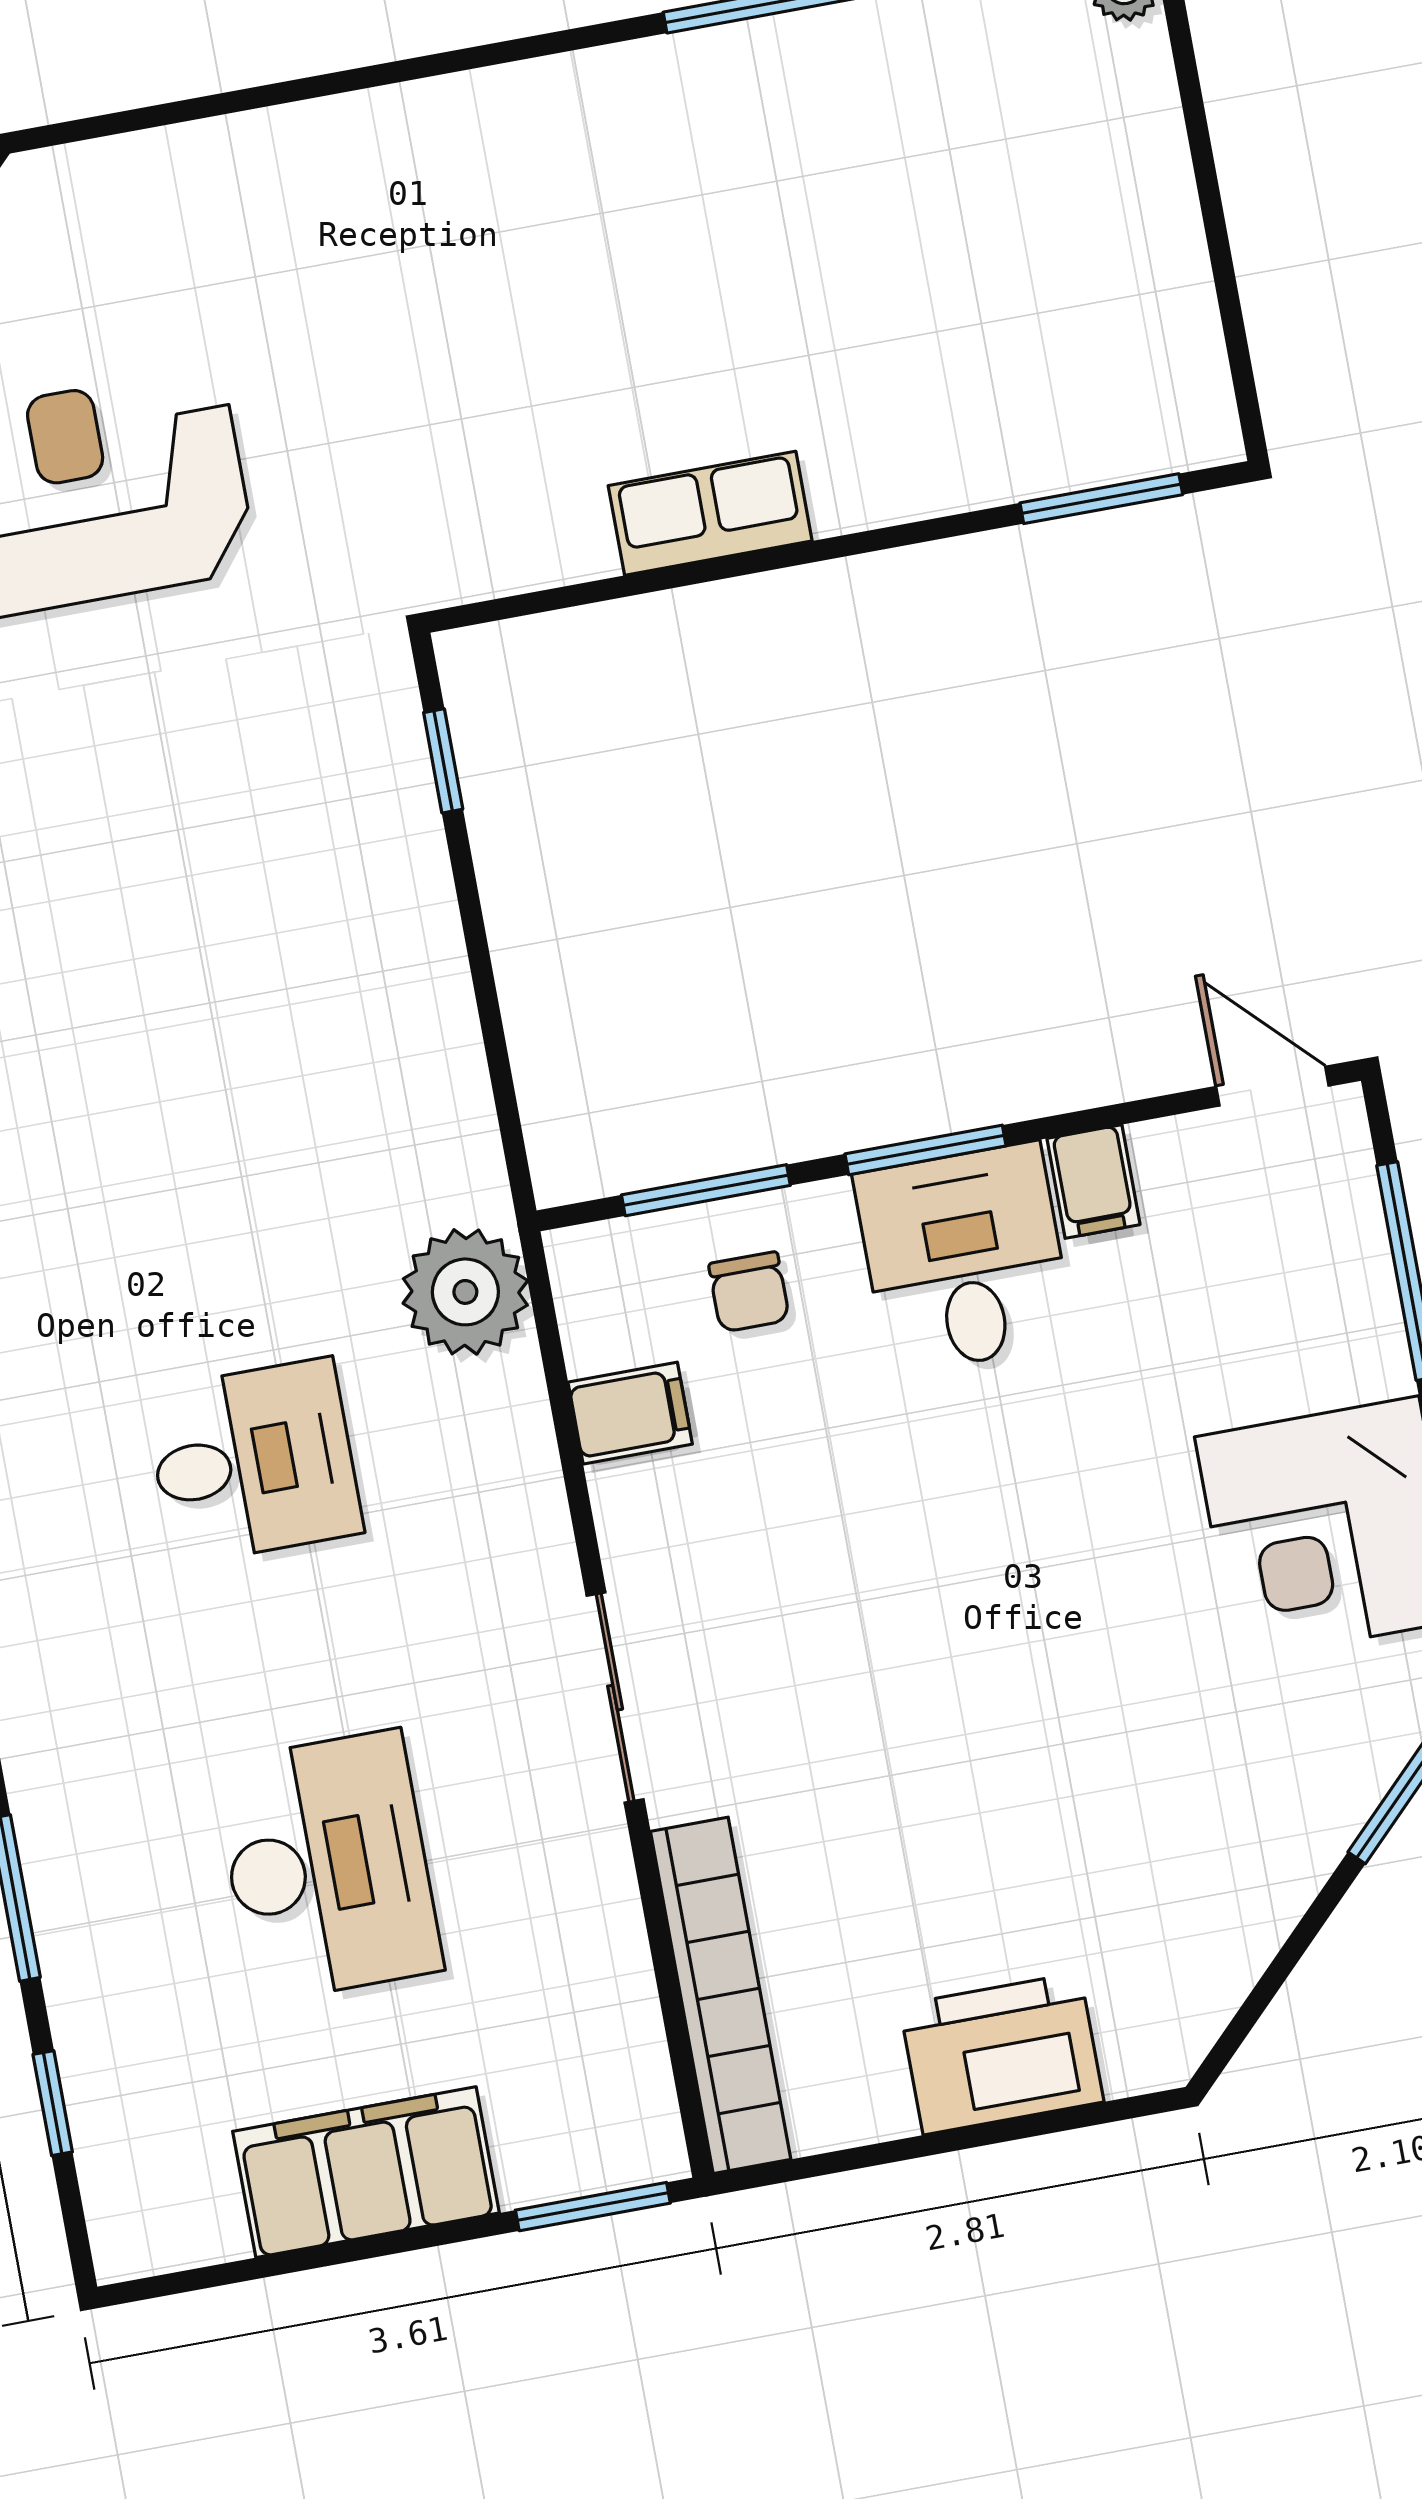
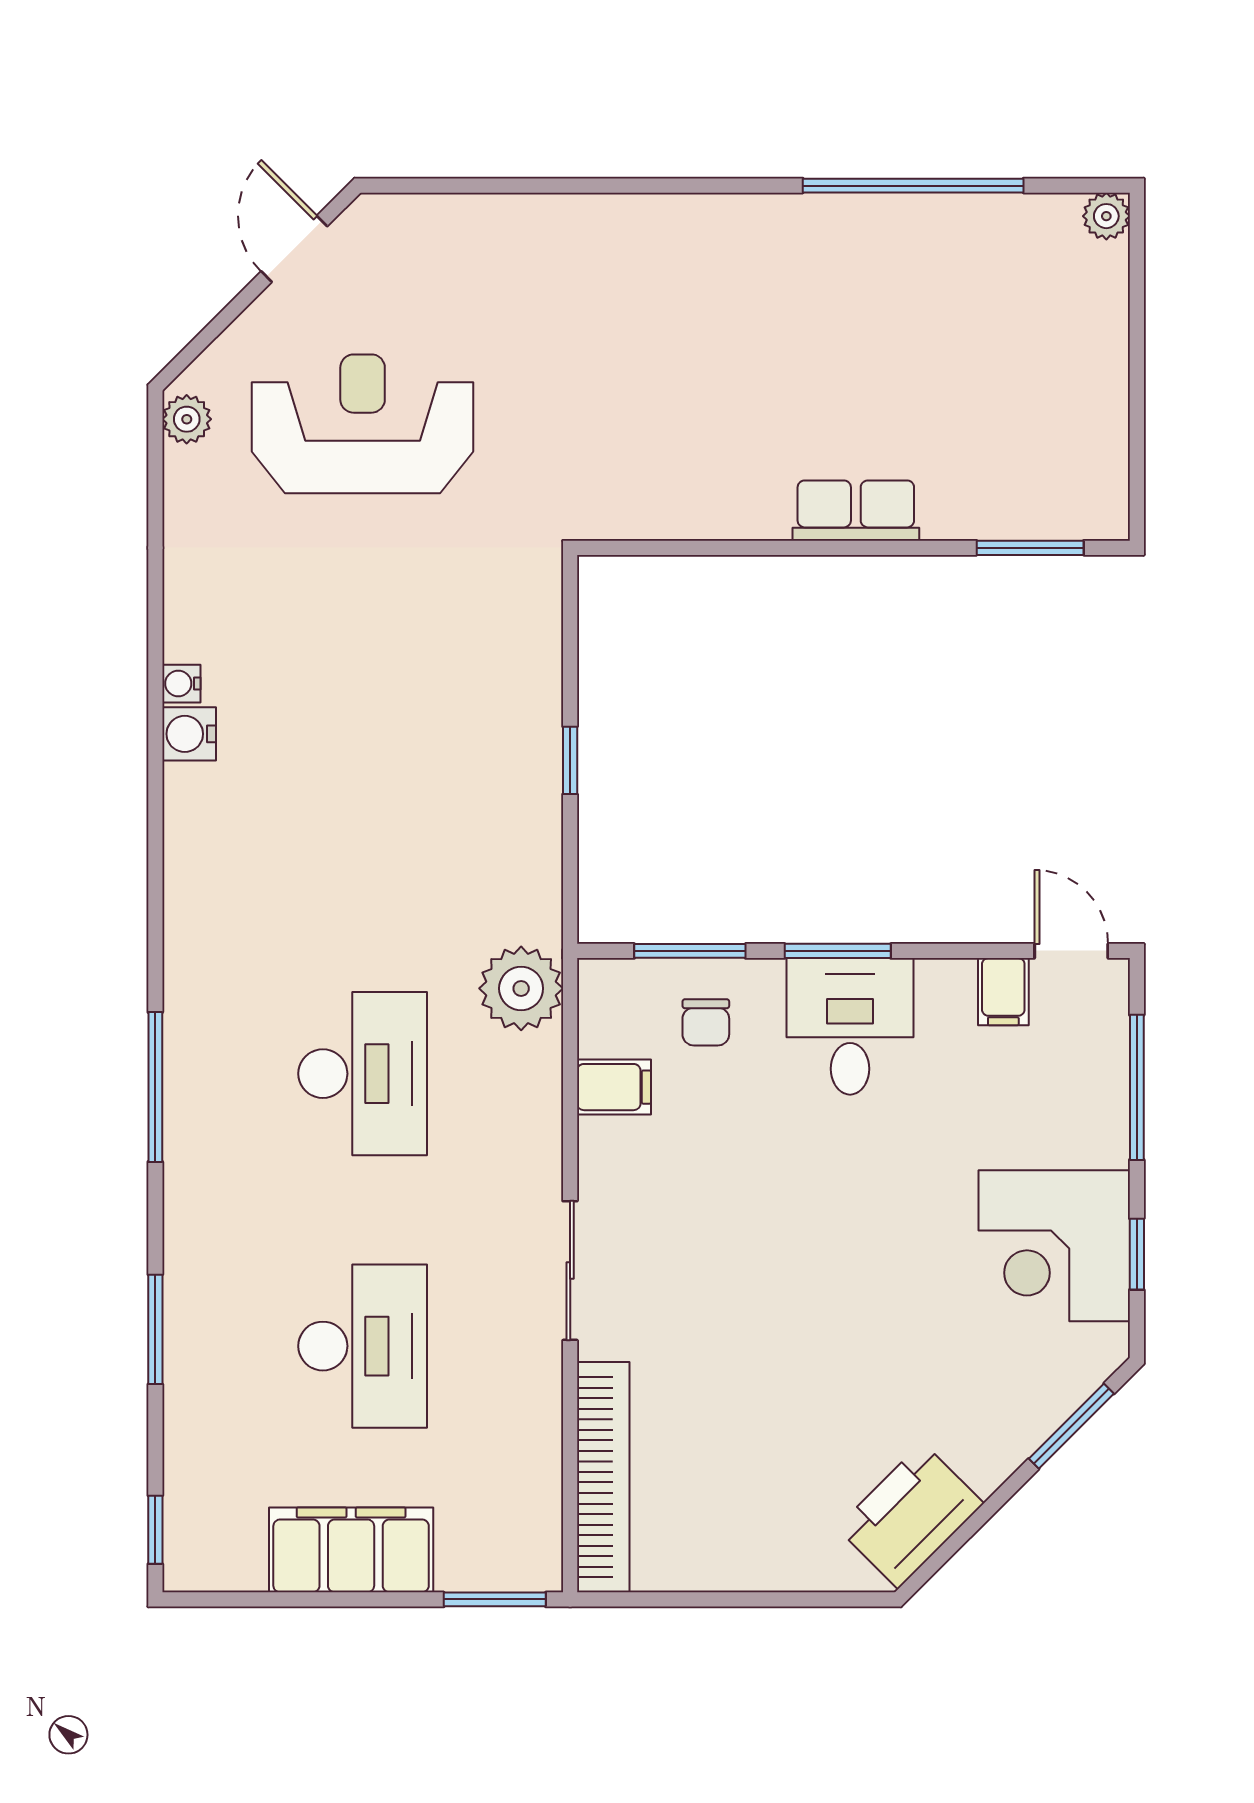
row of seats: (710, 513) -> (856, 511), moved
window: (443, 761) -> (570, 760), moved
filing cabinet: (1093, 1181) -> (1003, 992), moved
desk: (253, 1462) -> (363, 1074), width x1.37
printer: (1002, 2054) -> (910, 1515), moved, turned -45
window: (53, 2103) -> (155, 1530), moved

